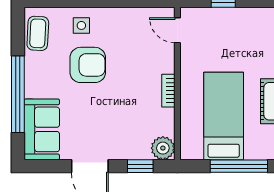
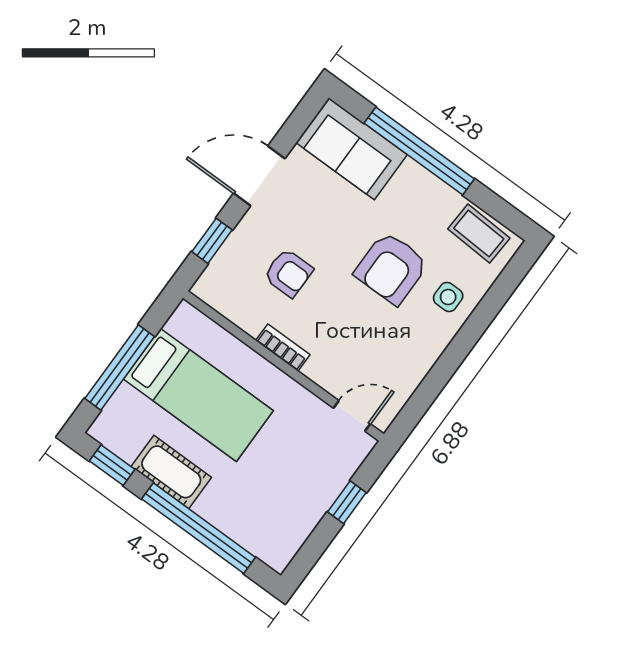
armchair: (128, 115) -> (288, 273), added
plant: (163, 148) -> (214, 287), removed

